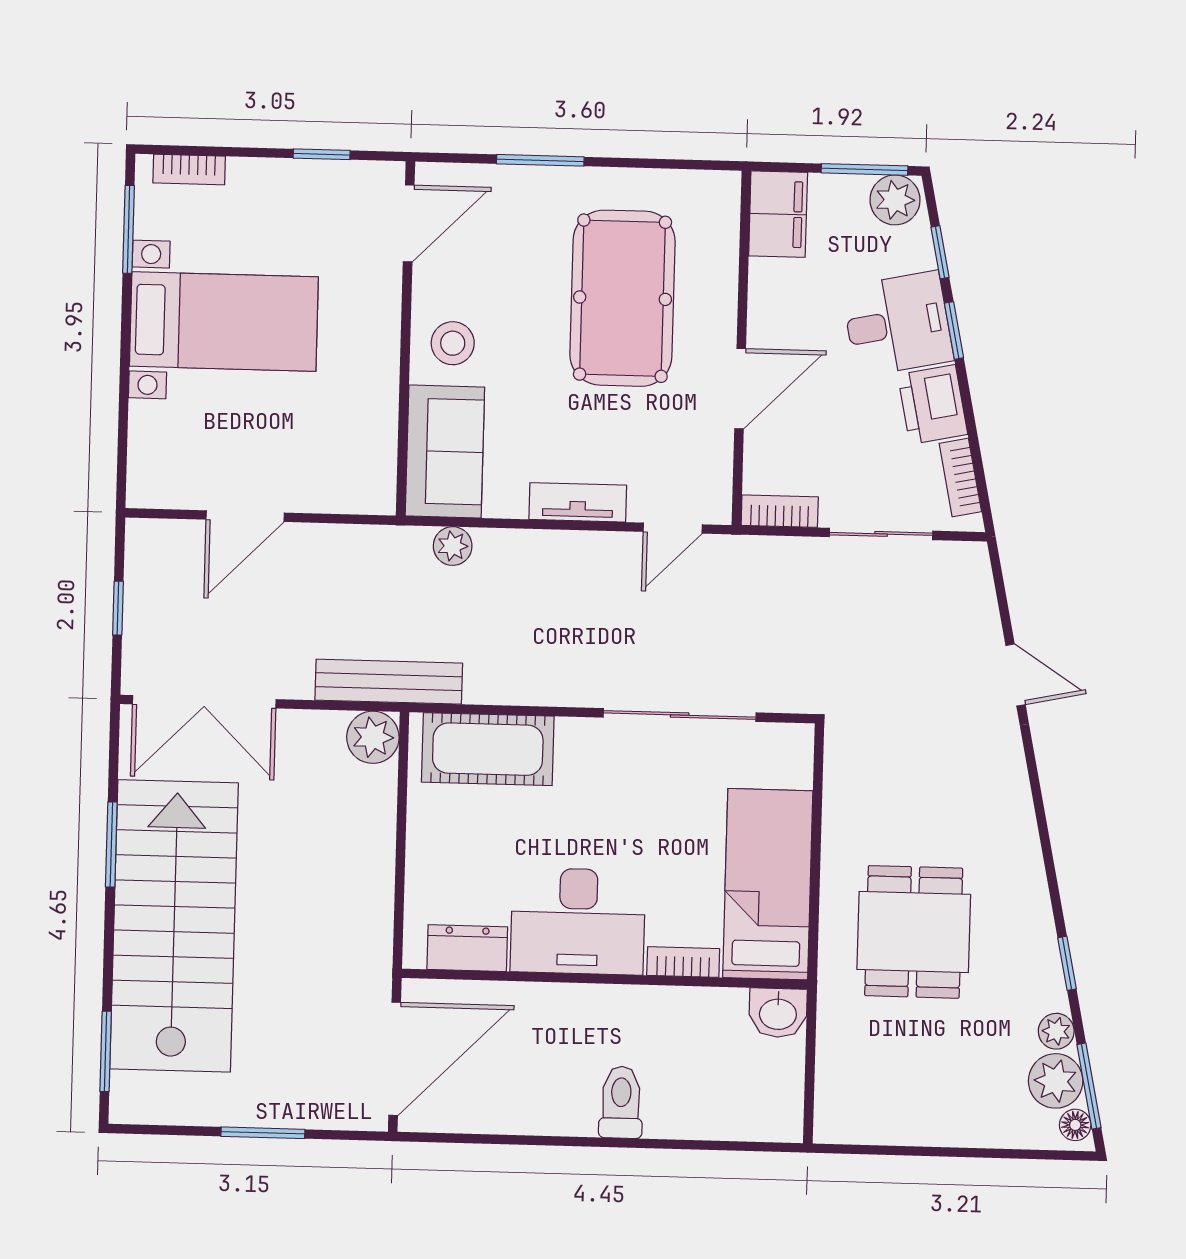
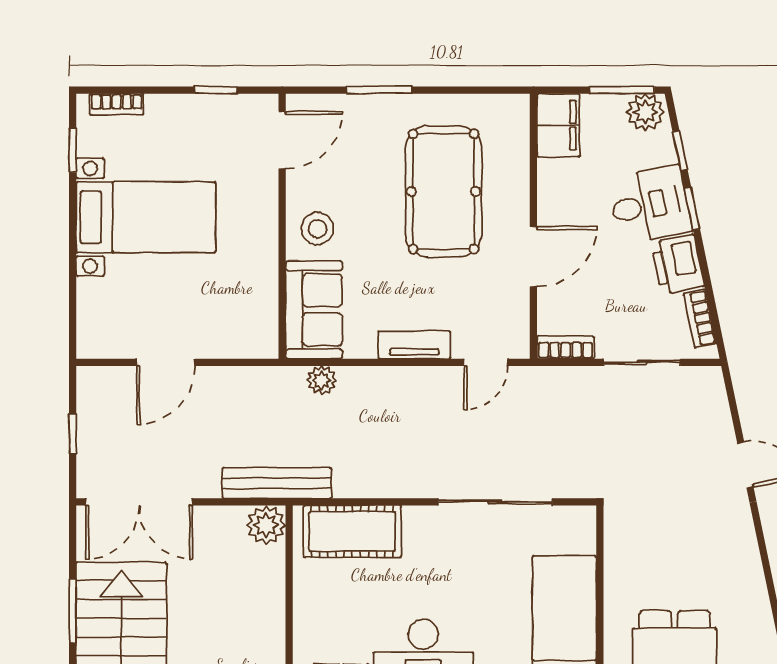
window: (129, 229) -> (73, 150), width x0.67

